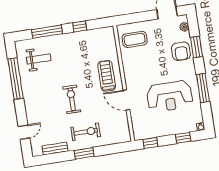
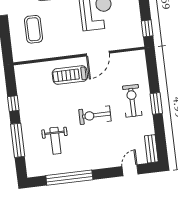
coffee table: (135, 39) -> (33, 29), moved
weight bench: (39, 59) -> (55, 141), moved, turned 180
door: (24, 132) -> (130, 170), hinge flipped
bench: (55, 149) -> (151, 149), moved

